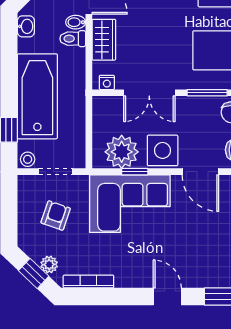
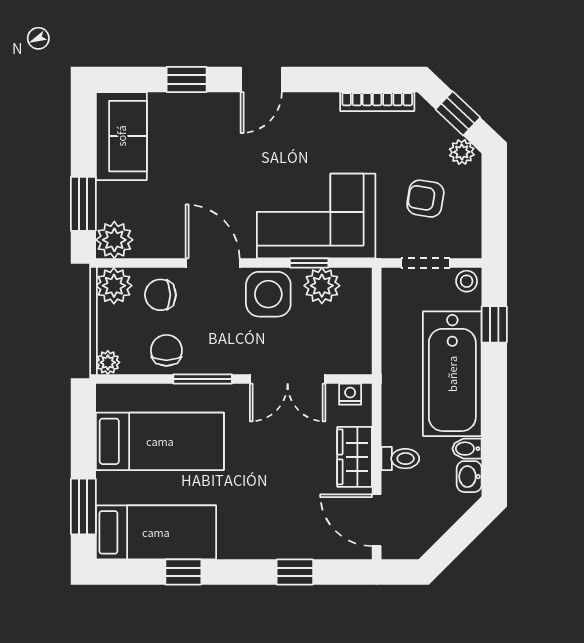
bidet: (76, 22) -> (467, 449), moved, turned 180
double door: (149, 93) -> (288, 379), swing flipped
plant: (122, 152) -> (322, 286), width x0.73, depth x0.73
armchair: (56, 216) -> (425, 199), turned 80
plant: (49, 265) -> (462, 152), moved
door: (167, 296) -> (261, 79), hinge flipped

